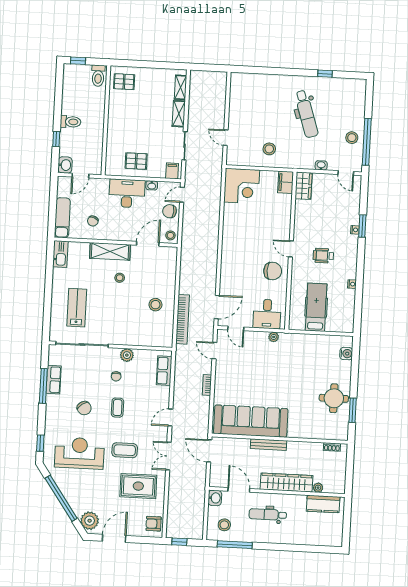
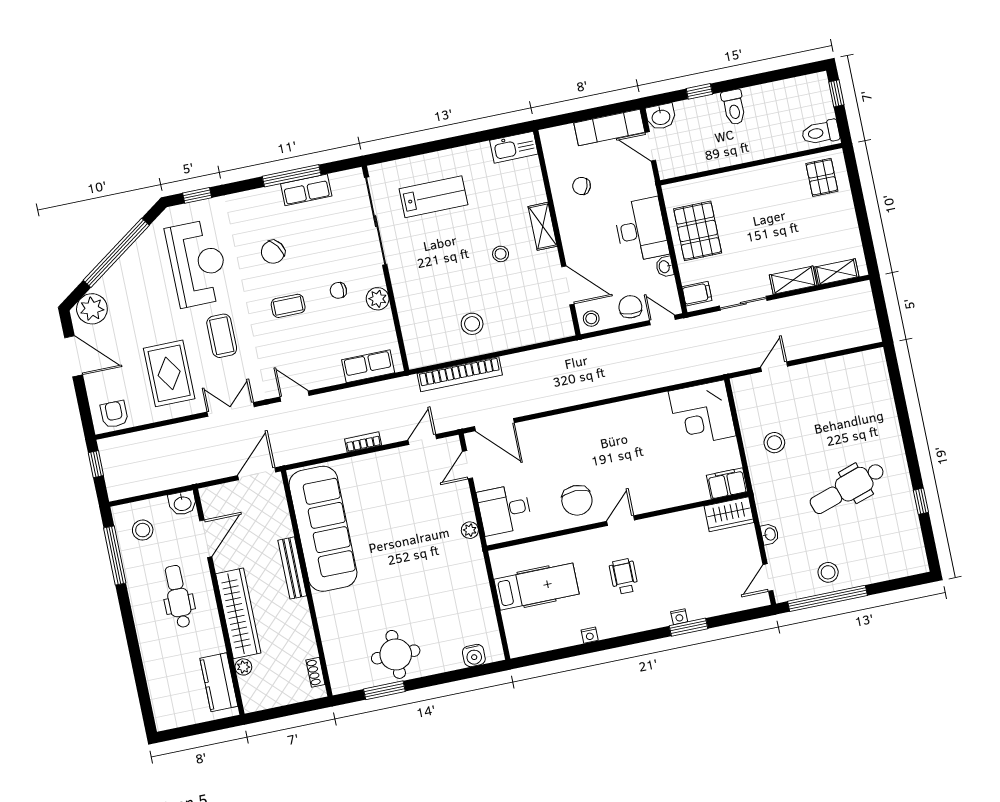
pallet: (136, 161) -> (698, 231), width x1.50, depth x1.42
exam couch: (62, 218) -> (609, 128), moved
shelving: (110, 251) -> (543, 226), width x0.67, depth x0.75

